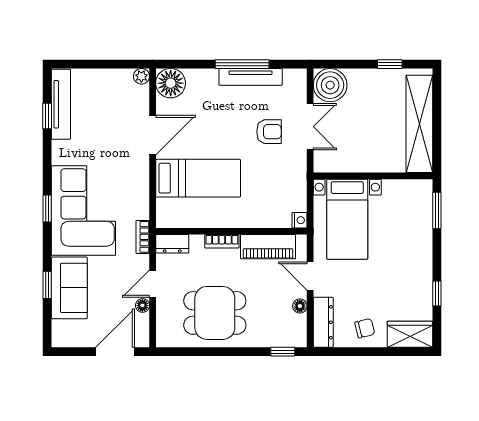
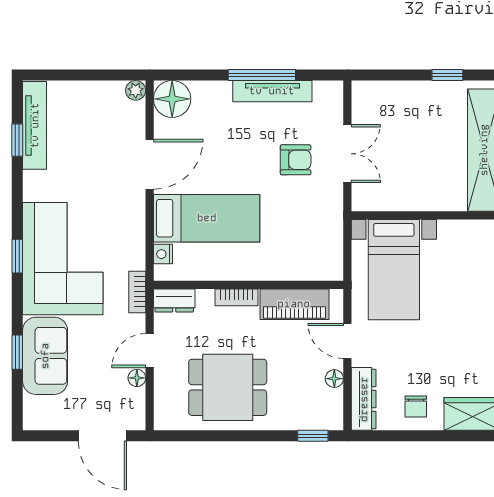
boiler: (330, 85) -> (372, 101), removed
nightstand: (300, 220) -> (163, 254), moved, turned 180
chair: (365, 328) -> (416, 406), turned 104
door: (115, 352) -> (102, 436), swing flipped

